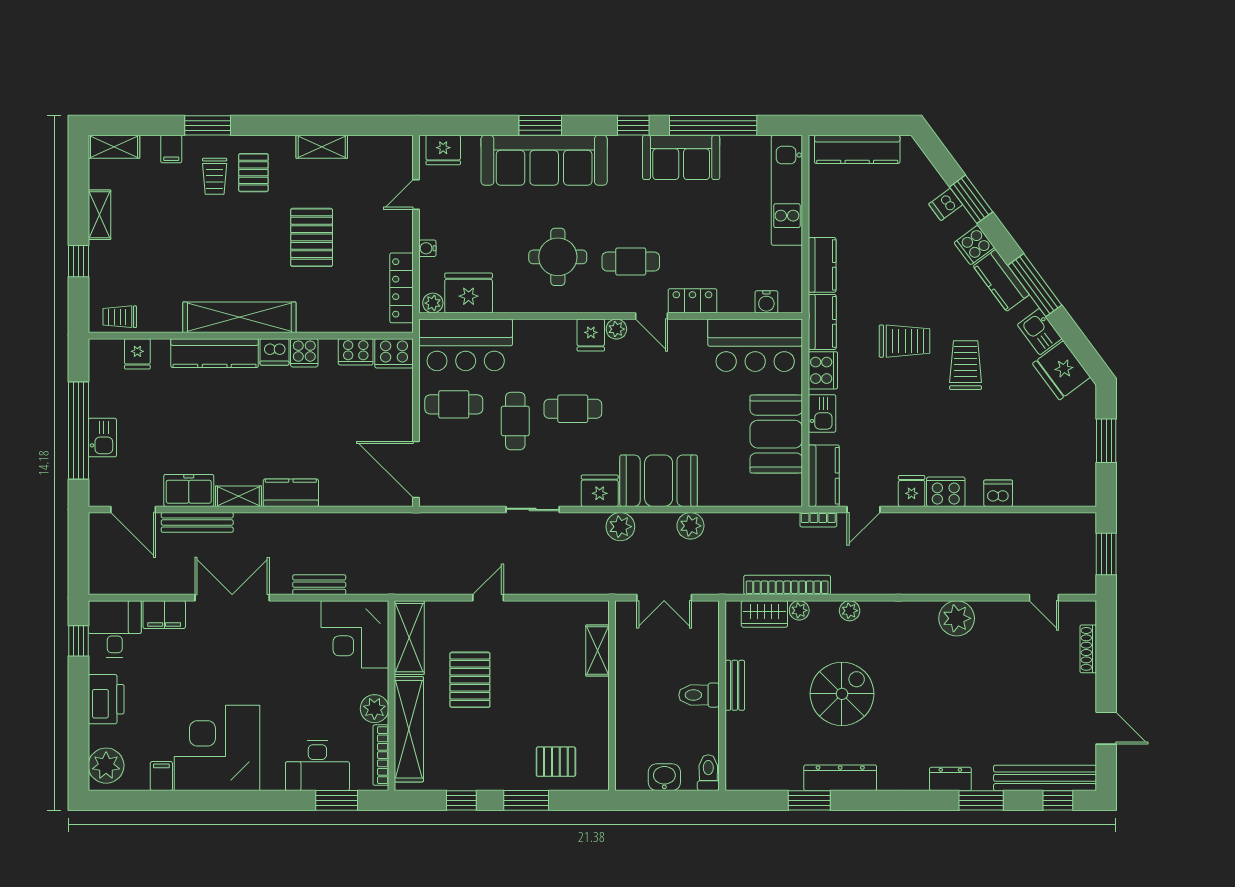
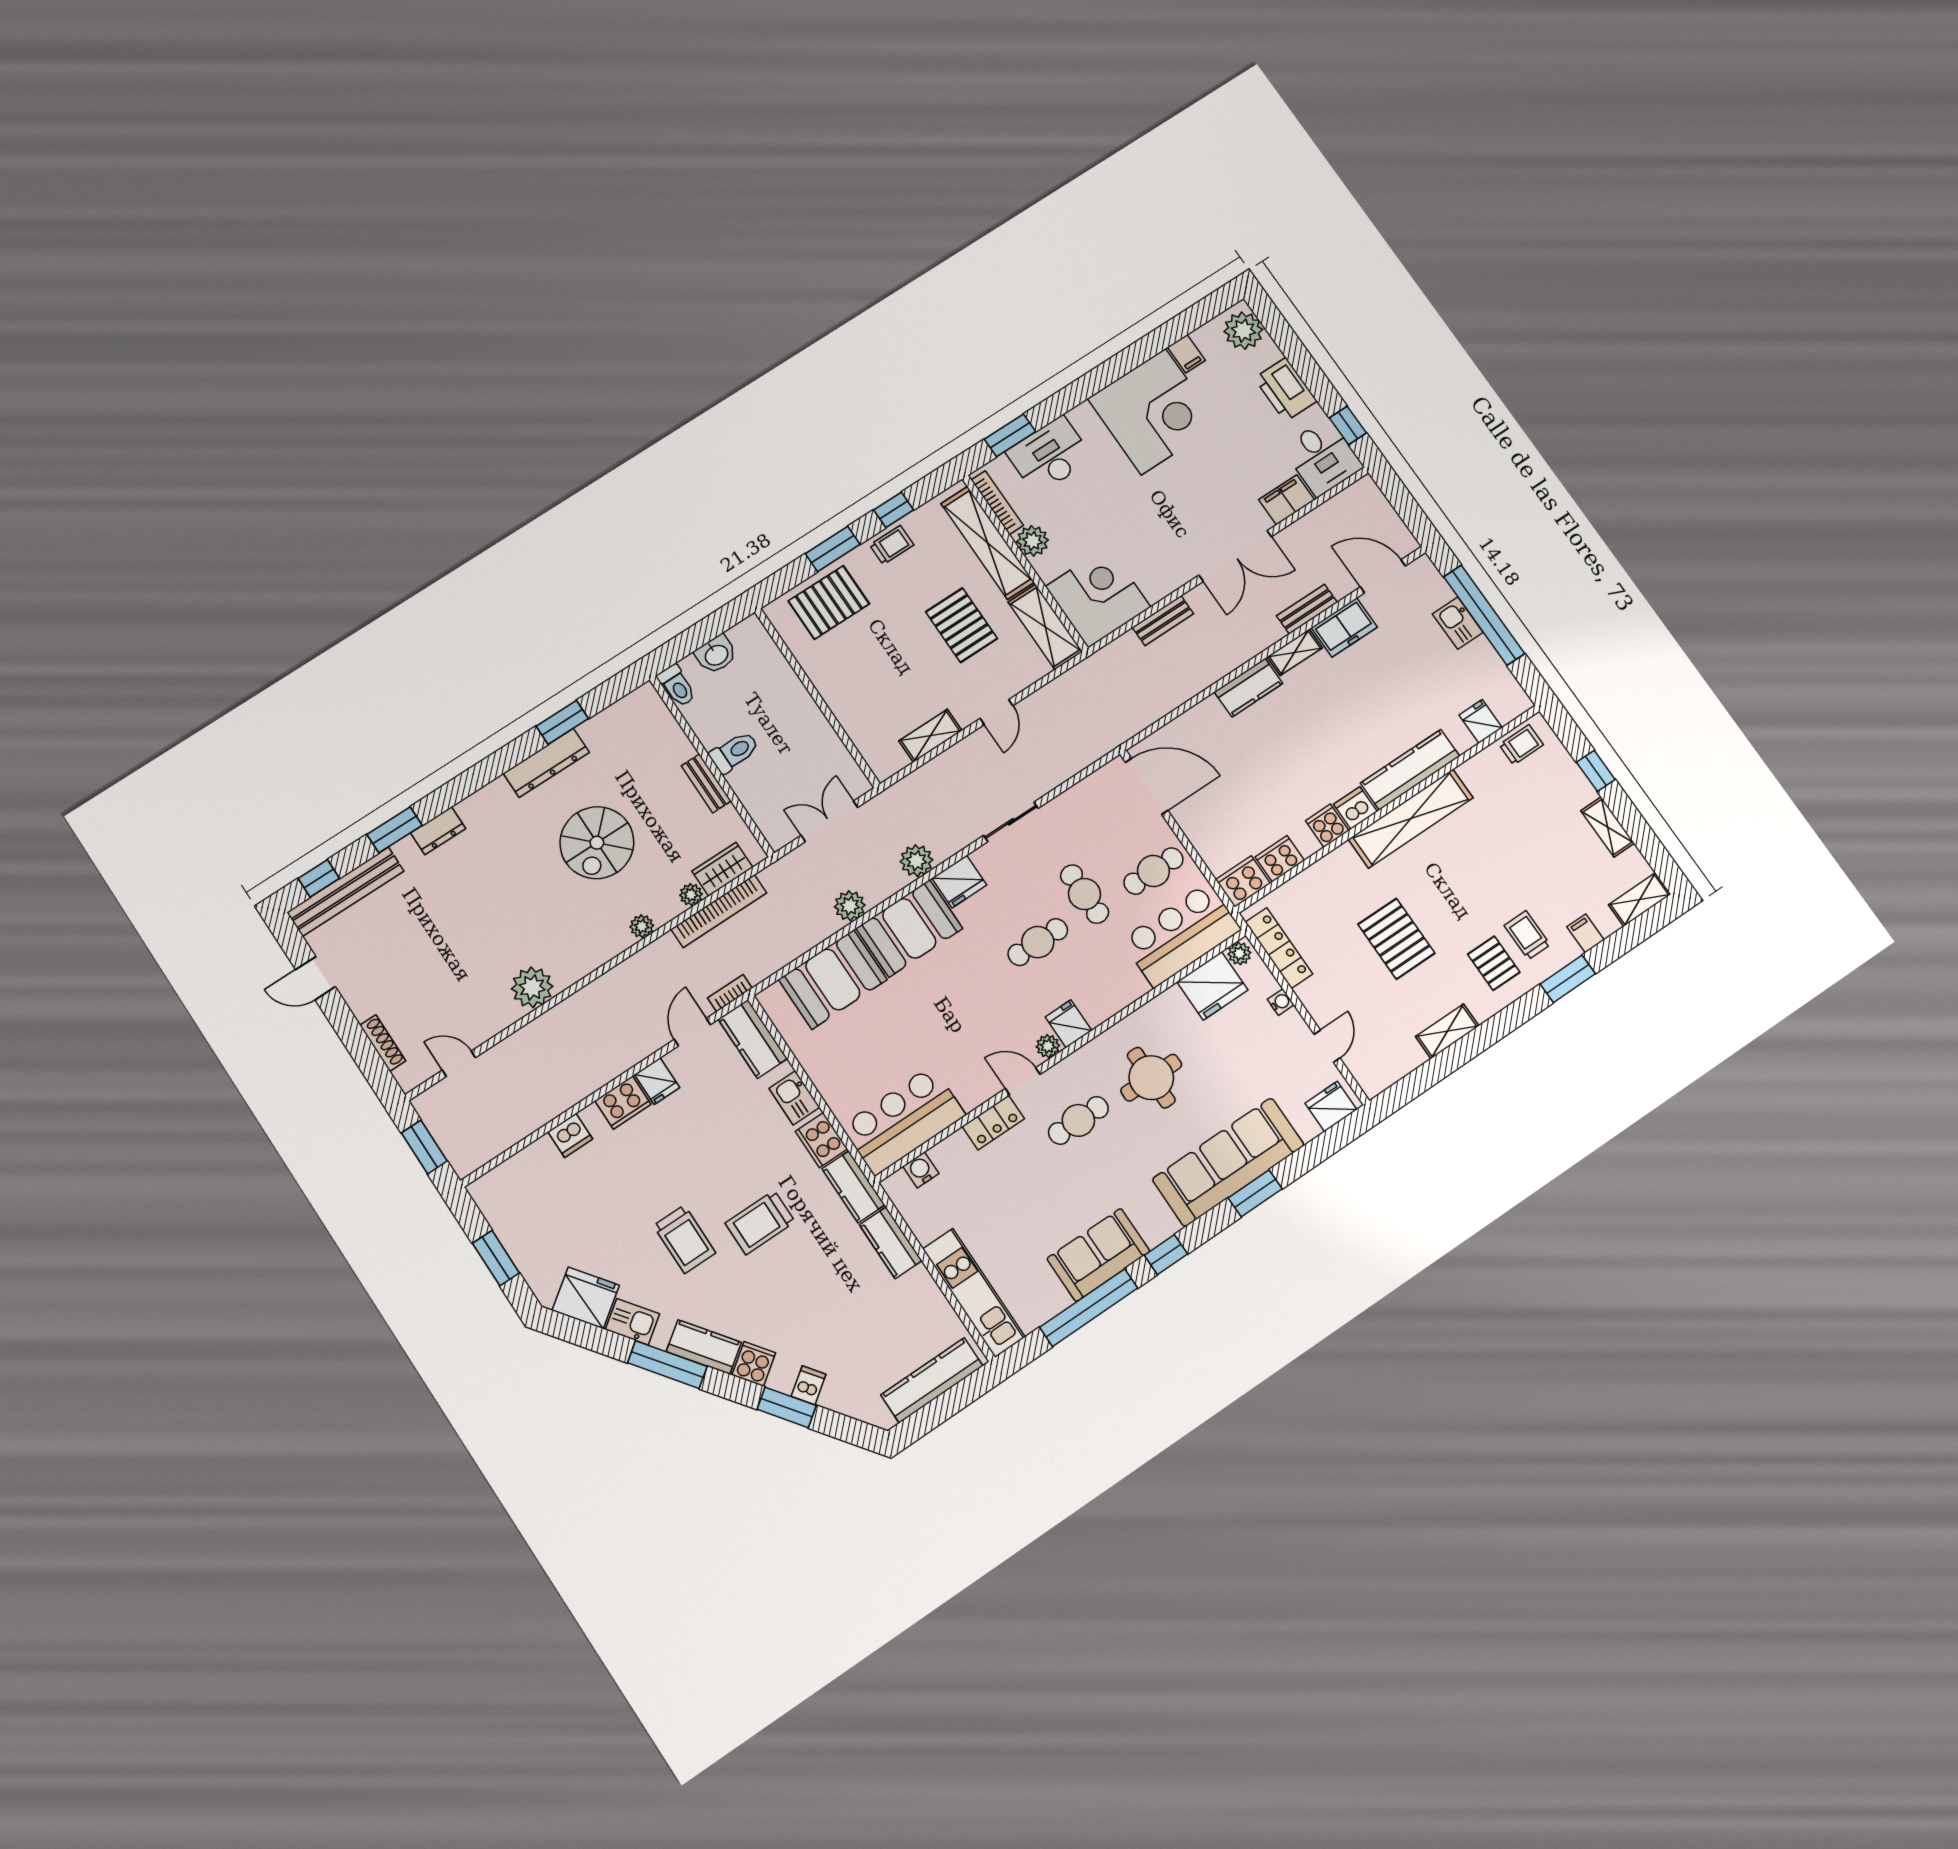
booth: (776, 434) -> (833, 979), moved, turned 90
bench: (197, 522) -> (1307, 609), width x0.73
shelving: (597, 651) -> (930, 736), moved, turned 90
pallet: (556, 762) -> (829, 602), width x1.50, depth x1.42
trolley: (481, 775) -> (892, 545), added

